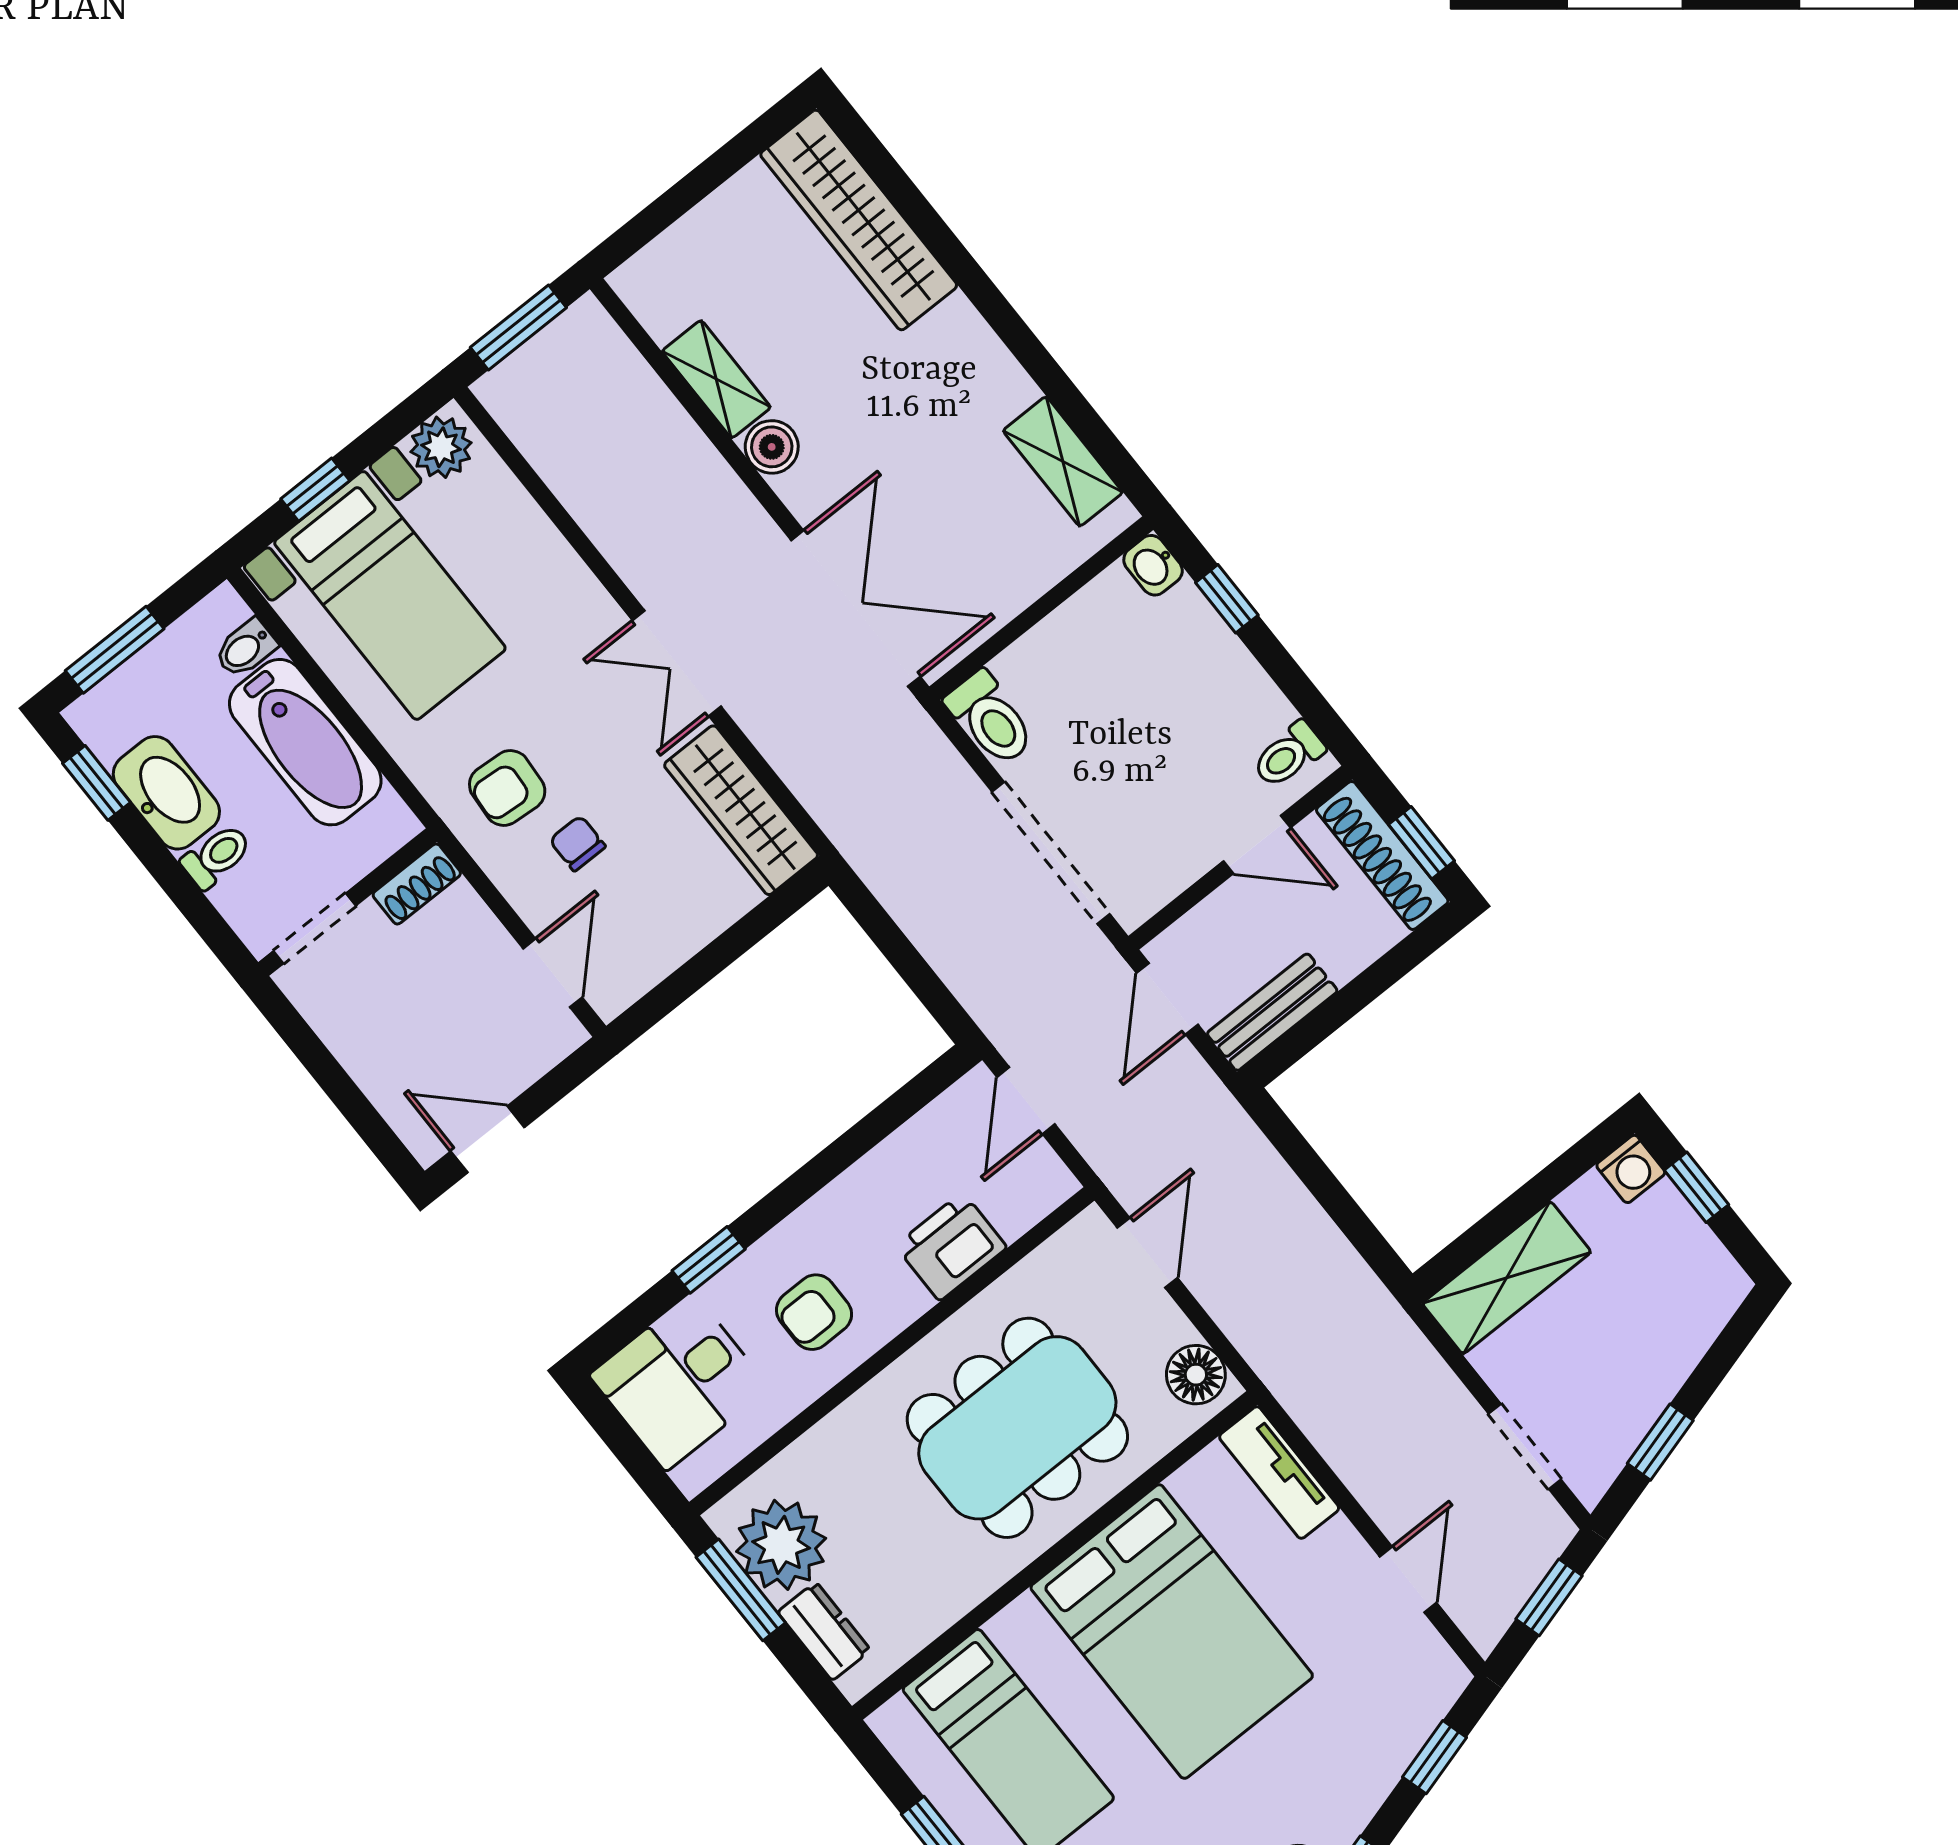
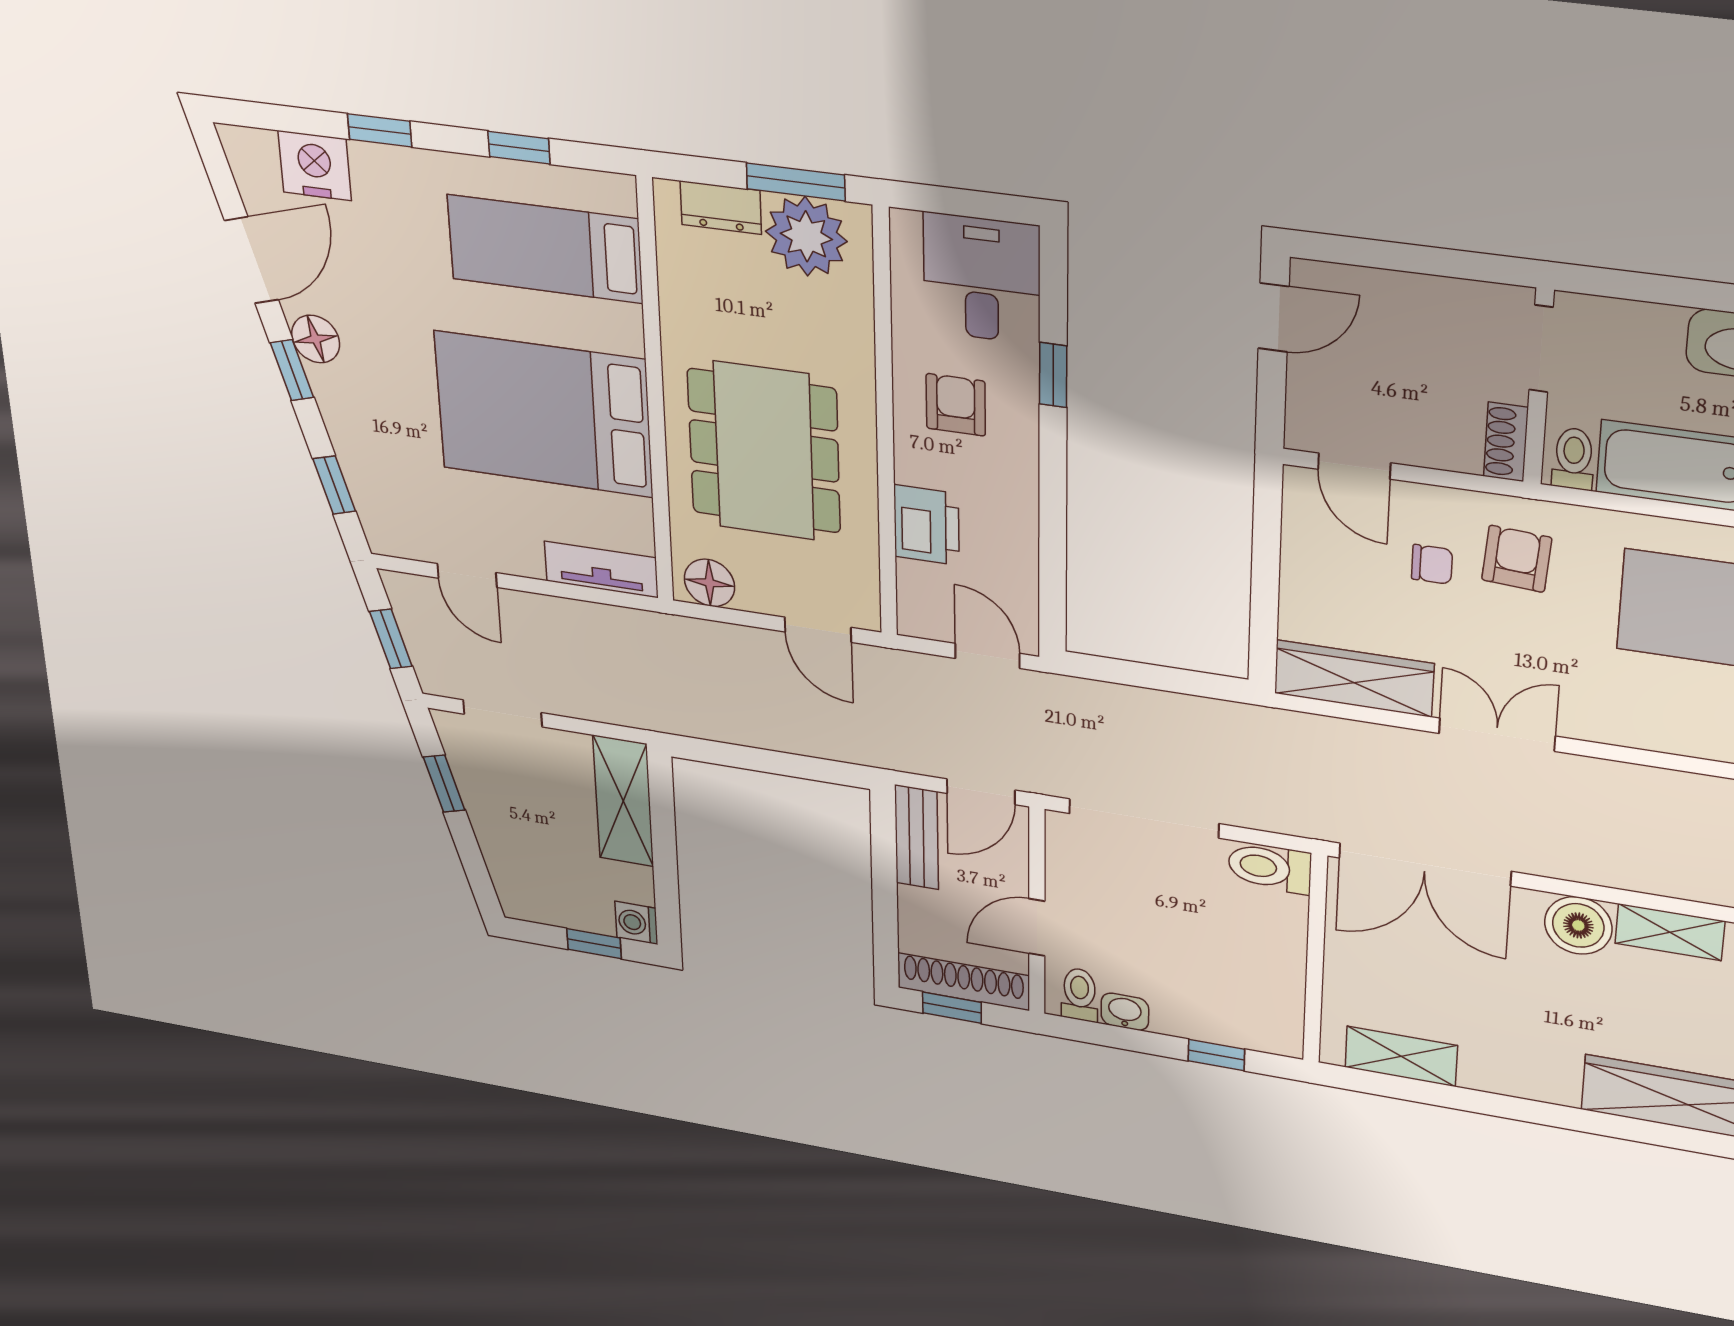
boiler: (772, 447) -> (1578, 925), width x1.36, depth x1.36
washbasin: (1153, 565) -> (1125, 1012), moved
toilet: (216, 856) -> (1573, 459), moved, turned 180
door: (1167, 999) -> (981, 792), swing flipped

